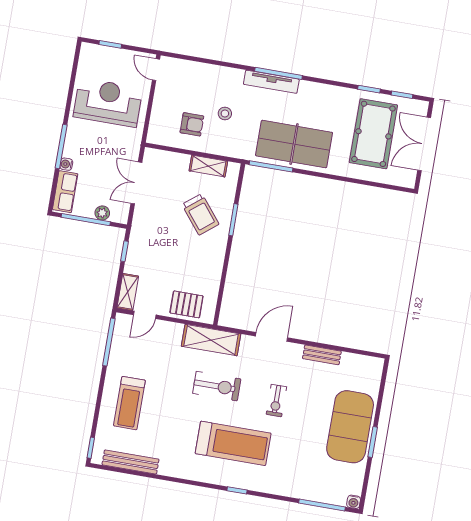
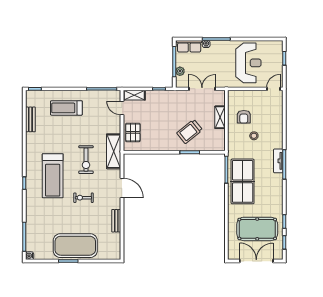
tv unit: (271, 82) -> (278, 161), width x0.71
shelving: (208, 166) -> (220, 117), moved
bench: (130, 462) -> (30, 119), width x0.73

